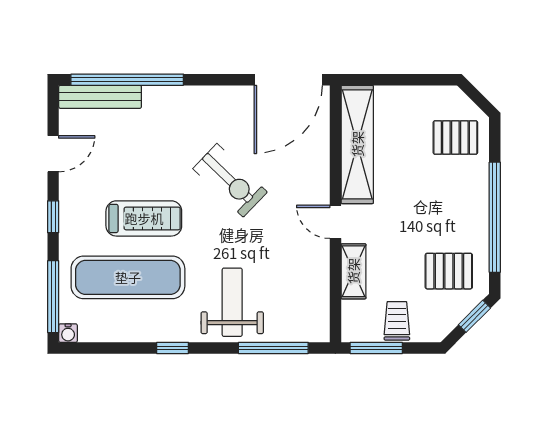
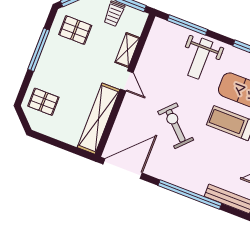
window: (127, 80) -> (190, 195), moved
window: (495, 217) -> (39, 50), width x0.68

